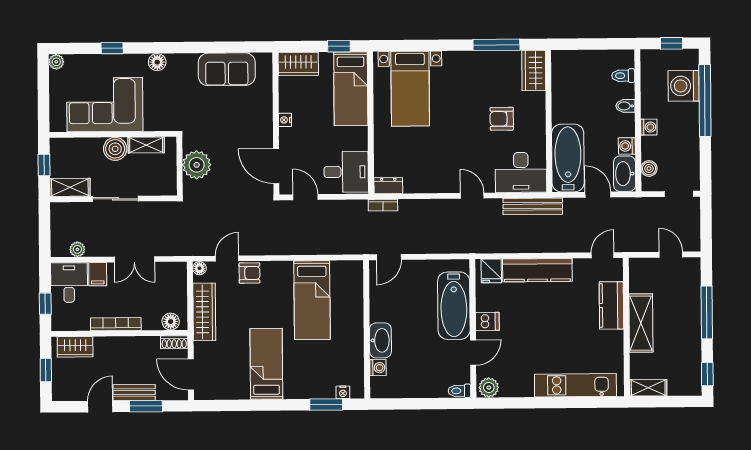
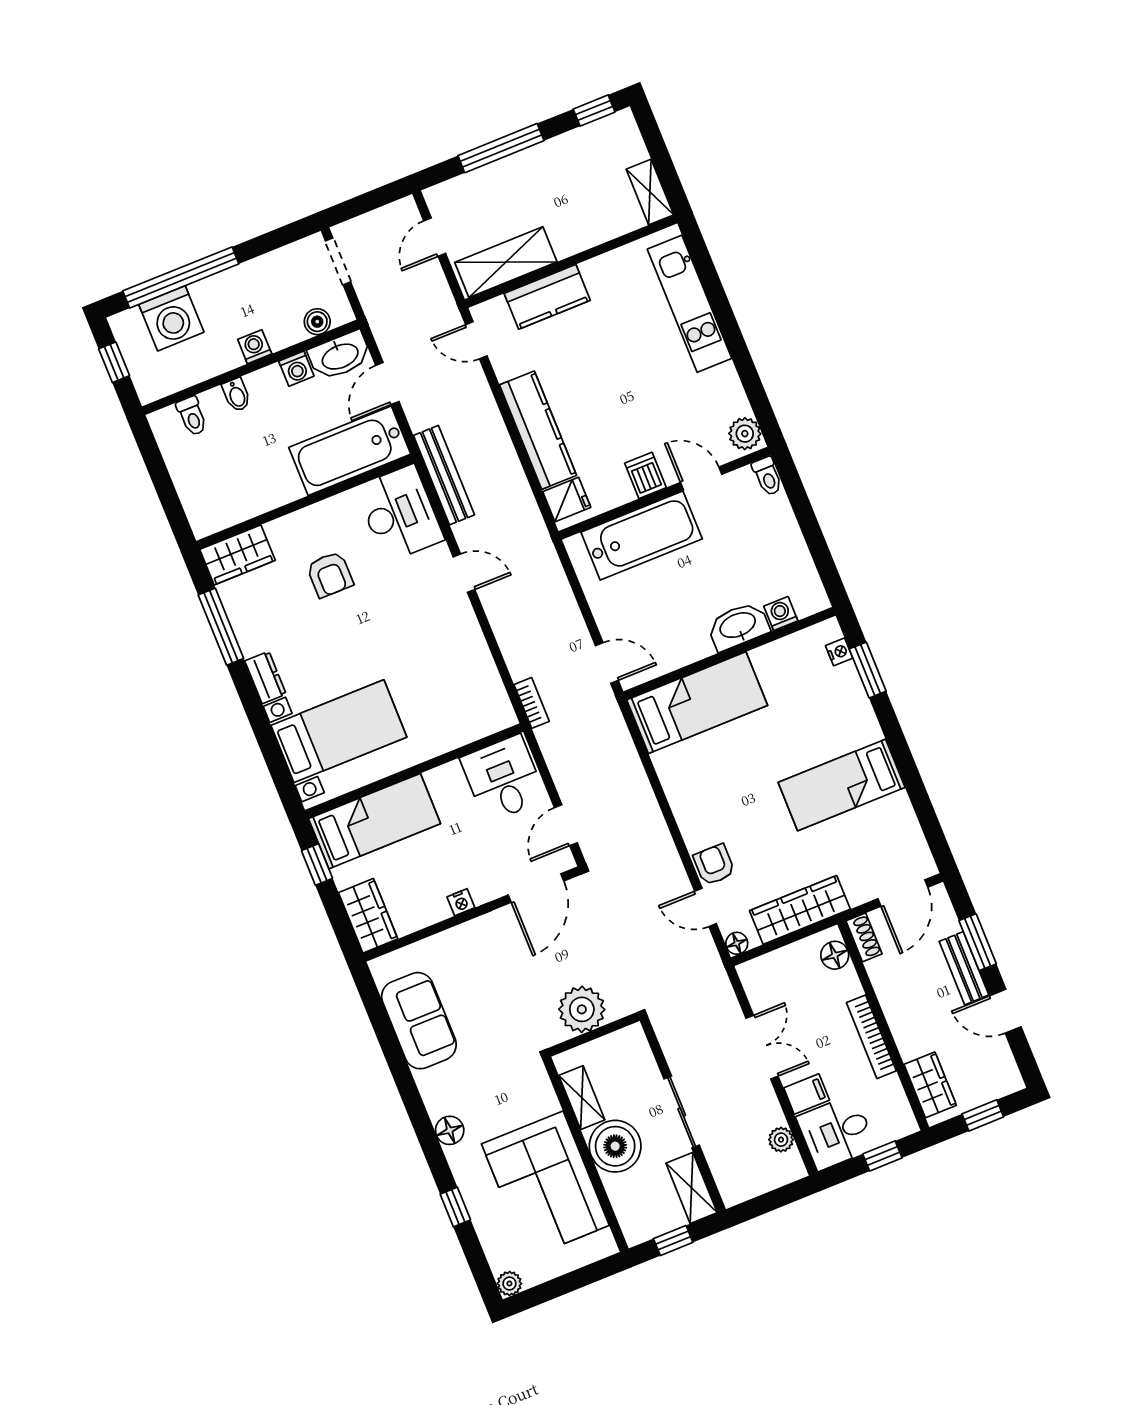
boiler: (115, 149) -> (615, 1146), width x1.37, depth x1.37
dresser: (388, 186) -> (266, 678), moved, turned 180
door: (472, 196) -> (464, 573), swing flipped
bed: (312, 300) -> (697, 703), moved
shelving: (641, 323) -> (506, 262), moved

